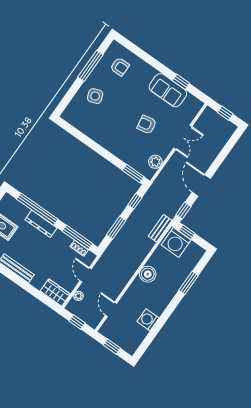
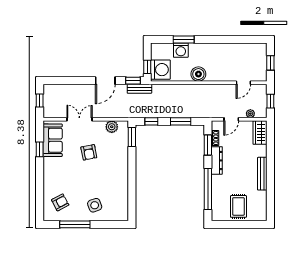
armchair: (120, 67) -> (60, 202), turned 62
sofa: (168, 90) -> (53, 140), moved
dresser: (41, 224) -> (217, 160), moved
bench: (160, 228) -> (139, 89), moved
window: (77, 237) -> (208, 145), width x0.69
washing machine: (148, 320) -> (181, 50), moved

